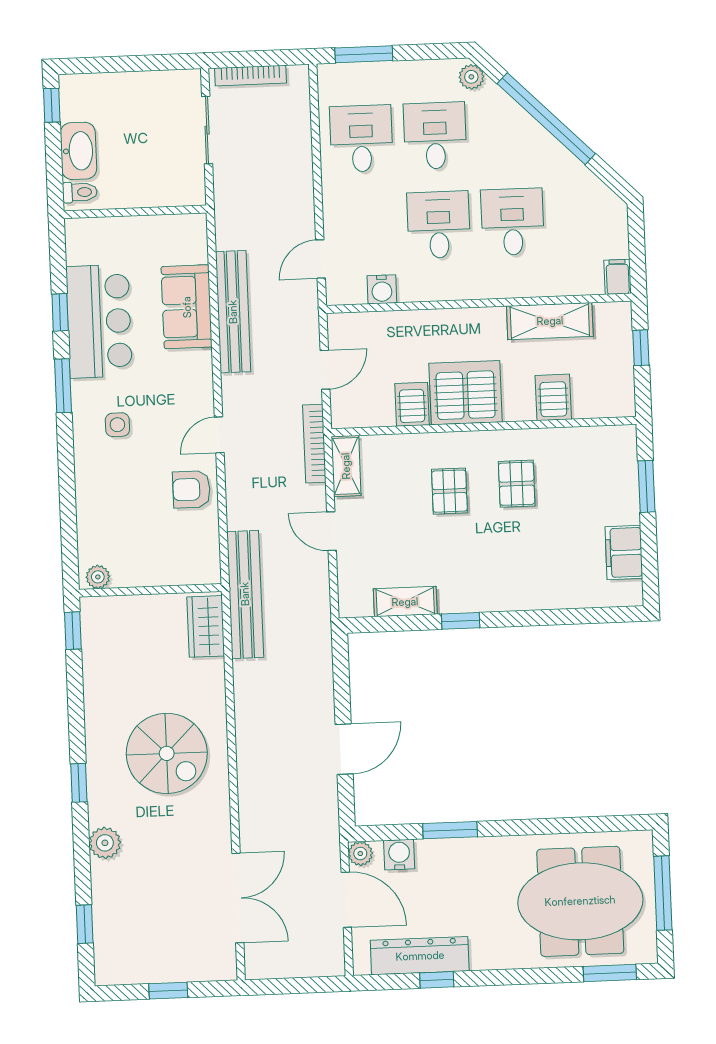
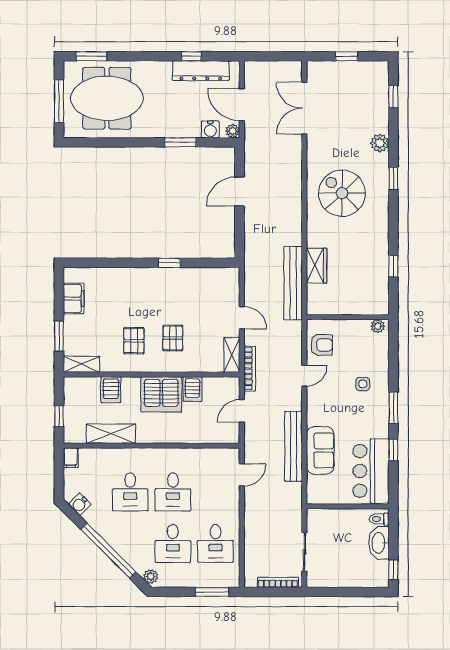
water cooler: (382, 289) -> (80, 504), moved, turned -135
bar counter: (99, 321) -> (371, 471), moved
plant: (98, 577) -> (378, 326), moved
wall: (150, 590) -> (348, 317), moved
shelving: (405, 602) -> (81, 364), moved

